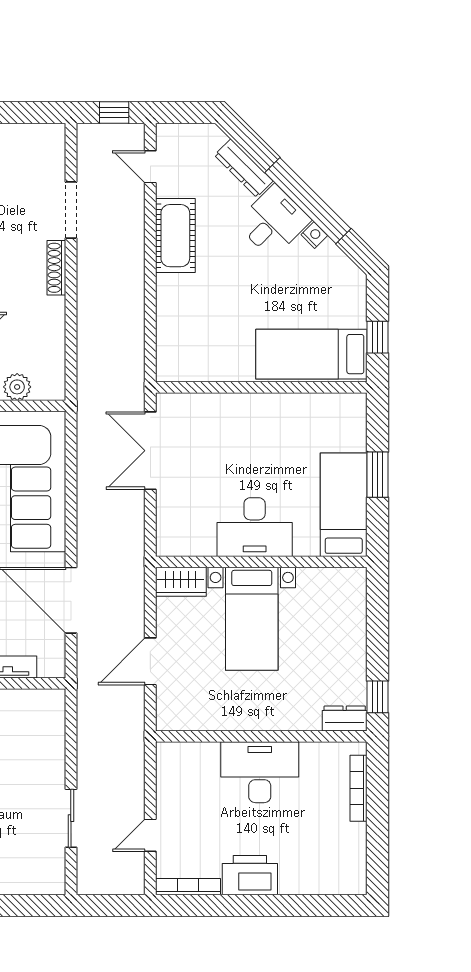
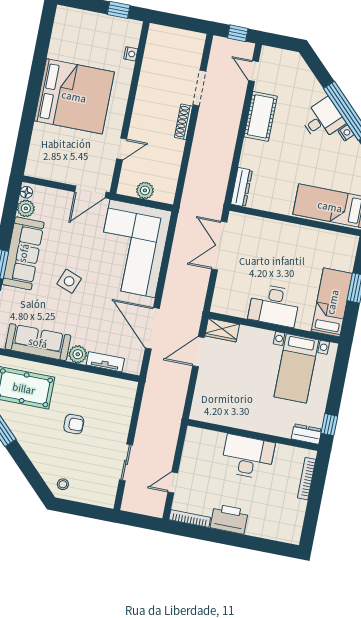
dresser: (244, 168) -> (242, 187), moved, turned -135
bed with nightstands: (252, 619) -> (296, 368), moved
door: (150, 661) -> (198, 352), moved

